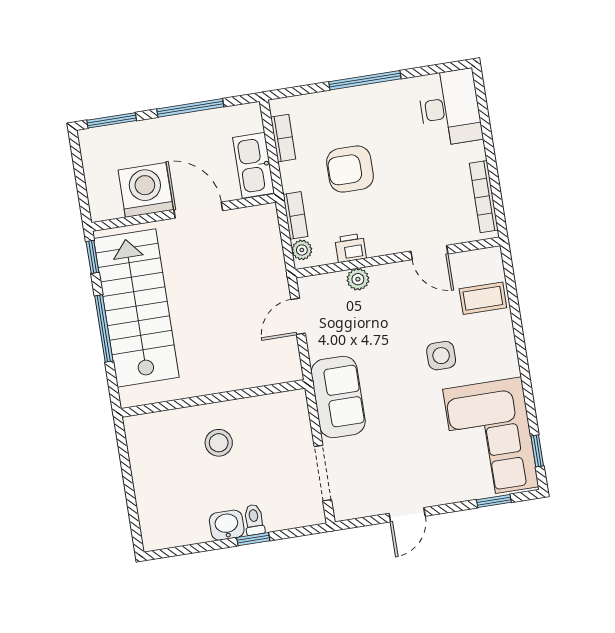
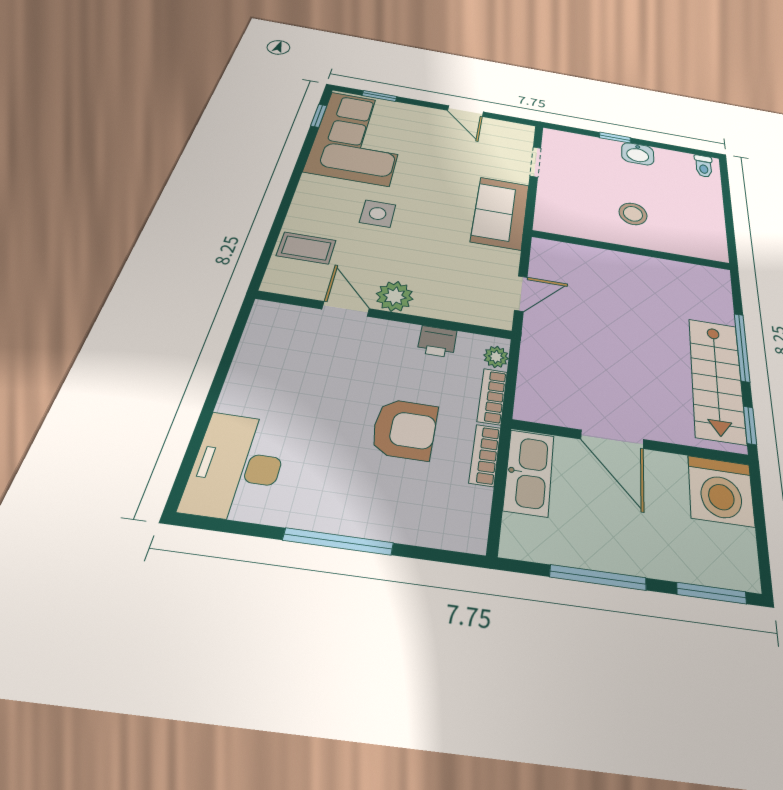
bookcase: (283, 138) -> (485, 455), moved
washing machine: (146, 190) -> (721, 491), moved
bookcase: (484, 197) -> (250, 346), removed
plant: (358, 279) -> (395, 296), moved, width x1.38, depth x1.38
stairs: (136, 308) -> (717, 379), width x0.73, depth x0.66
doorway: (323, 473) -> (535, 162), width x0.73
door: (407, 515) -> (466, 111), swing flipped
toilet: (254, 520) -> (704, 166), moved

